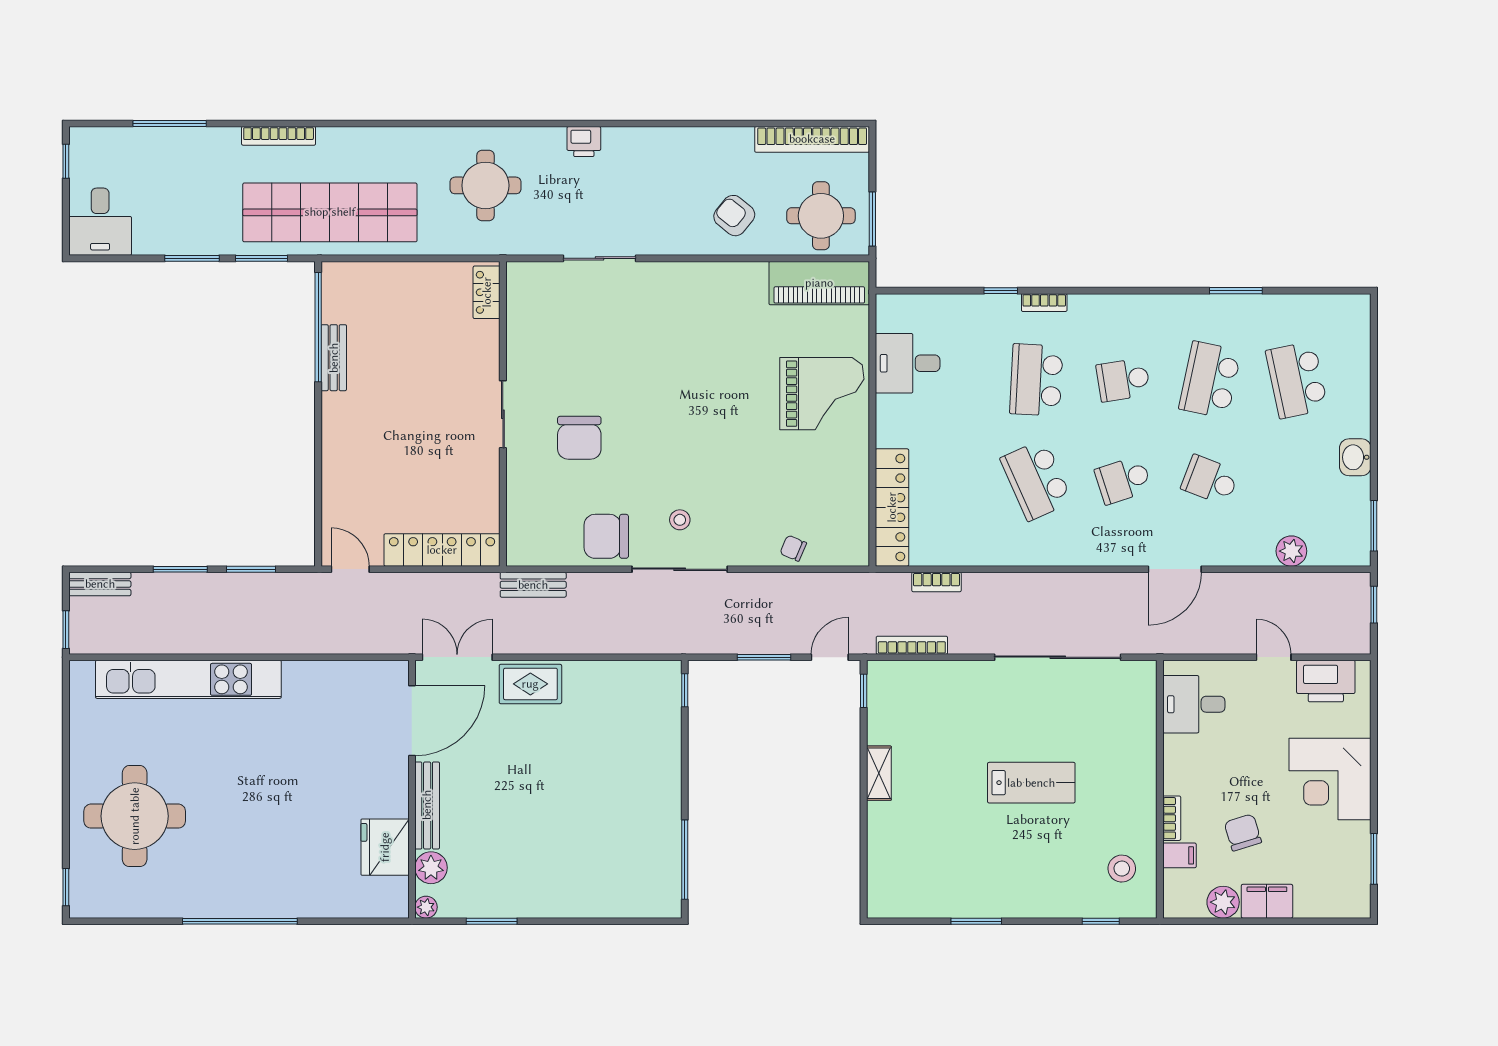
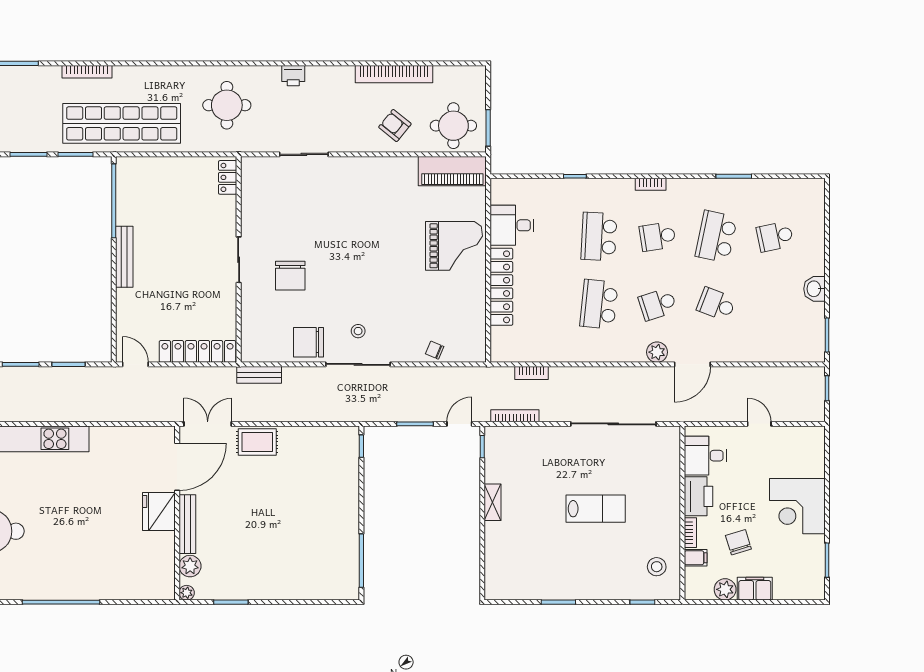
bookcase: (812, 139) -> (394, 74), moved
bookcase: (1044, 303) -> (651, 184), moved
bench: (334, 358) -> (124, 257), moved, width x1.36
school desk: (1297, 380) -> (775, 237), width x0.54
school desk: (1036, 480) -> (599, 304), turned 30
locker: (892, 507) -> (501, 287), moved
plant: (1291, 551) -> (657, 352), moved
printer: (1326, 681) -> (698, 496), moved, turned -90
fridge: (385, 847) -> (159, 511), moved

